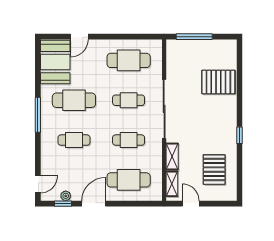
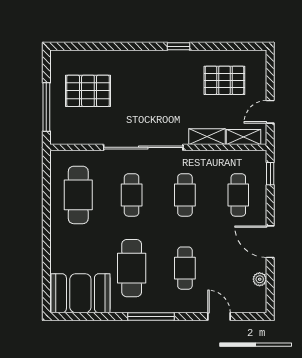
door: (79, 37) -> (46, 261), removed
pallet: (218, 82) -> (88, 91), moved, turned 90
cafe table: (129, 180) -> (238, 195), width x0.73, depth x0.74
door: (38, 184) -> (219, 317), moved
window: (63, 204) -> (270, 174), moved

